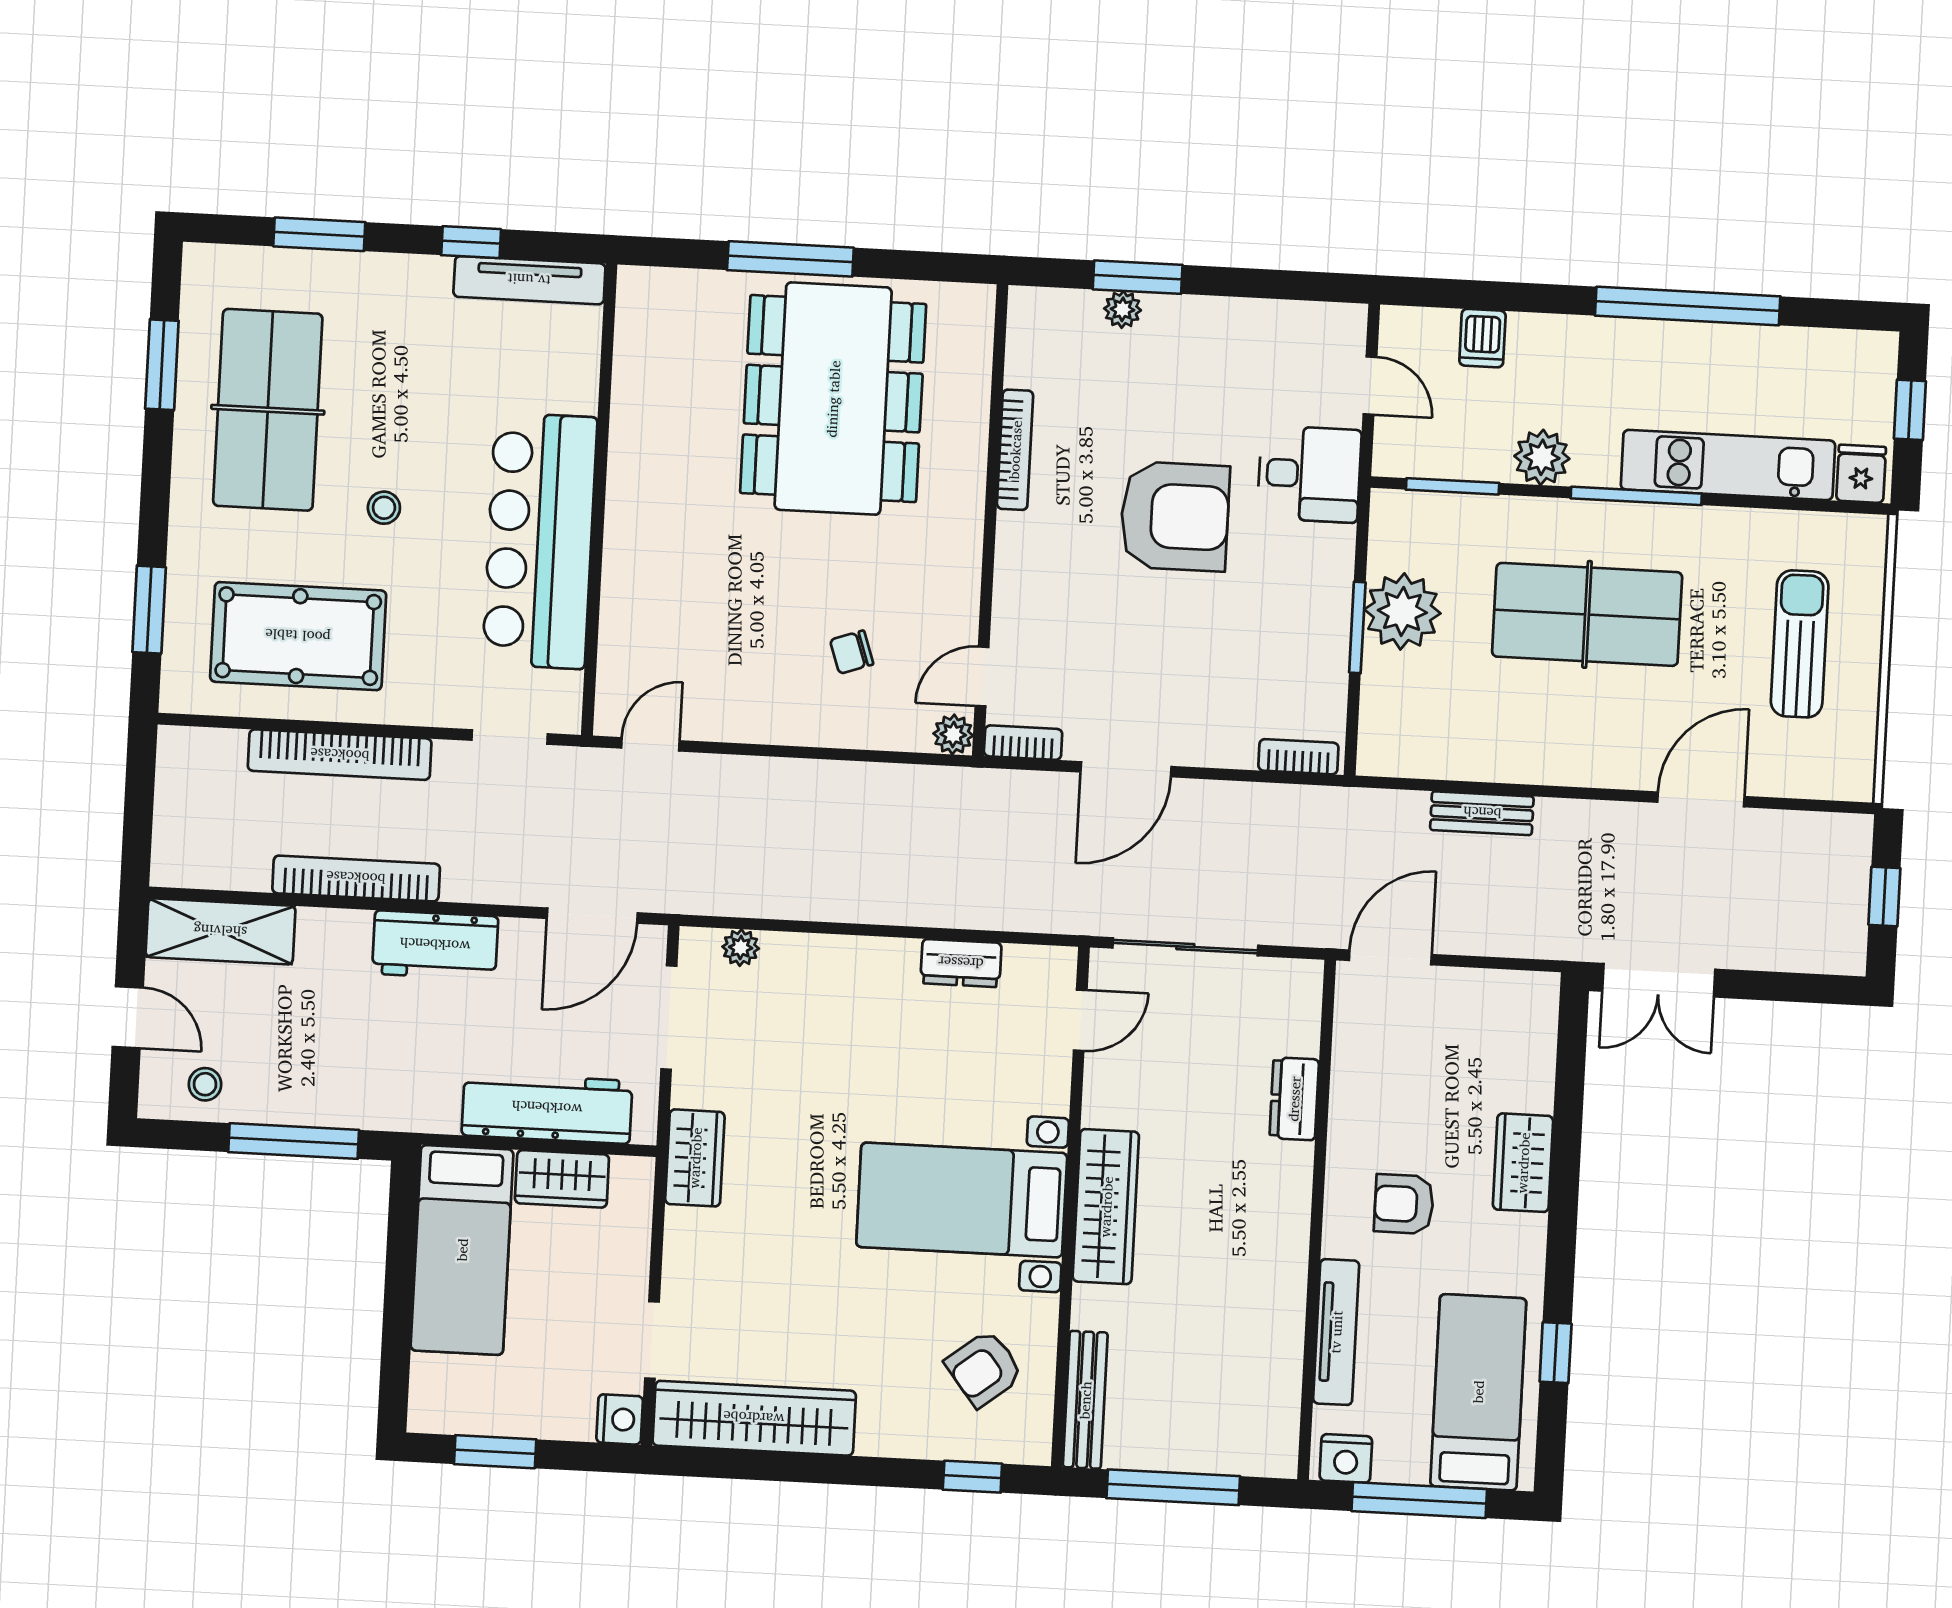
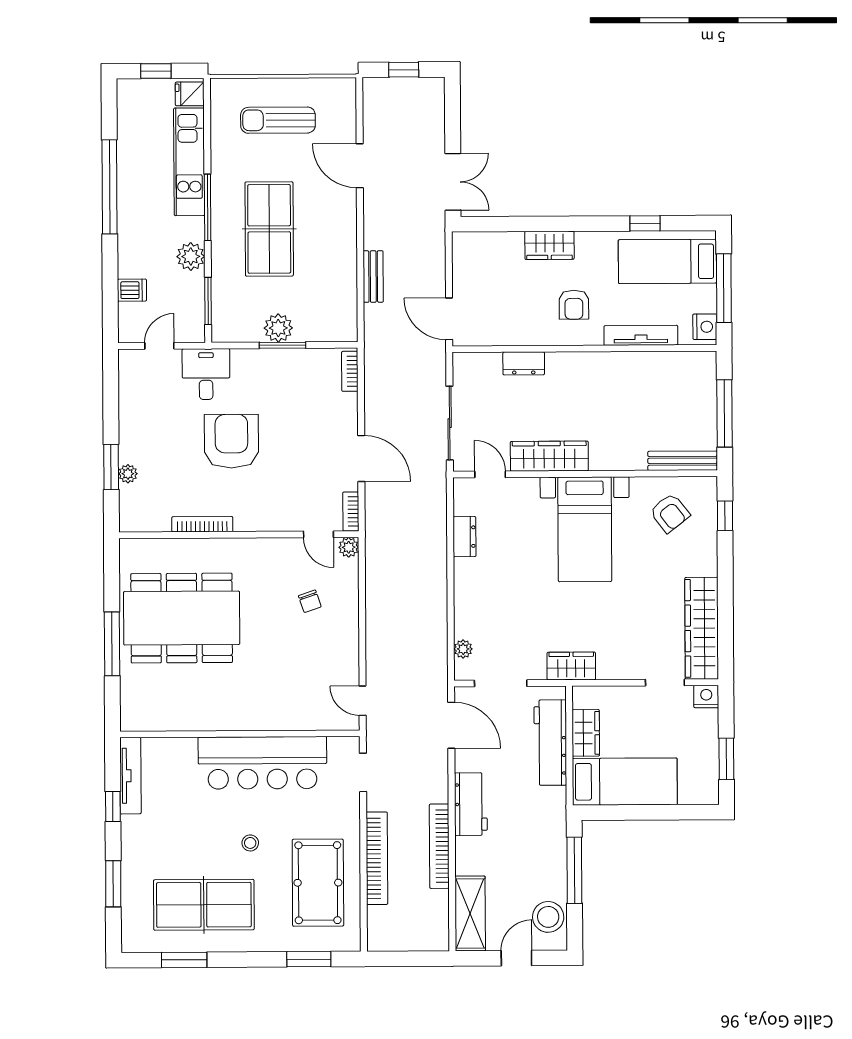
plant: (1402, 611) -> (278, 328), width x0.73, depth x0.73
stool: (205, 1084) -> (548, 917), width x1.89, depth x1.89
wardrobe: (1106, 1207) -> (549, 456), moved

